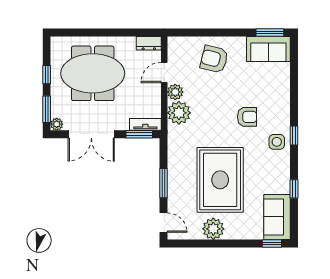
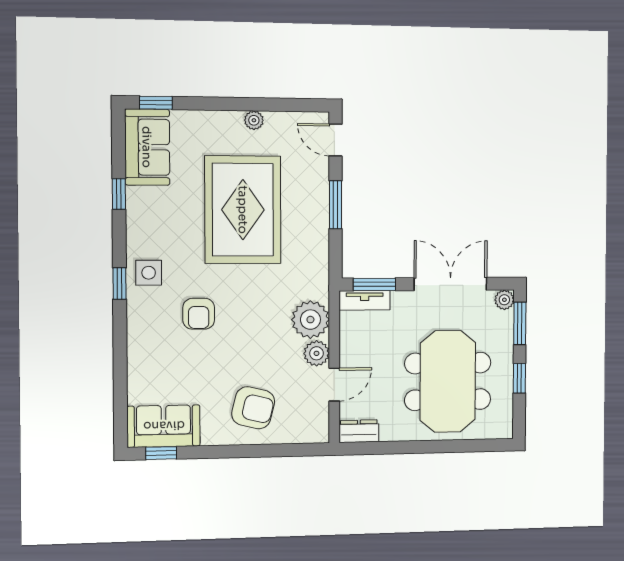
window: (270, 33) -> (161, 453), width x0.67
meeting table: (93, 73) -> (448, 381), turned 90
armchair: (247, 117) -> (199, 314), turned -90
plant: (213, 229) -> (254, 120), width x0.53, depth x0.53

